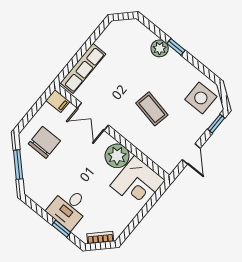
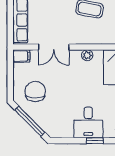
plant: (117, 156) -> (87, 55), width x0.53, depth x0.53
window: (18, 165) -> (30, 121), width x1.44

